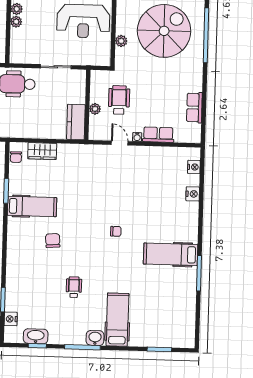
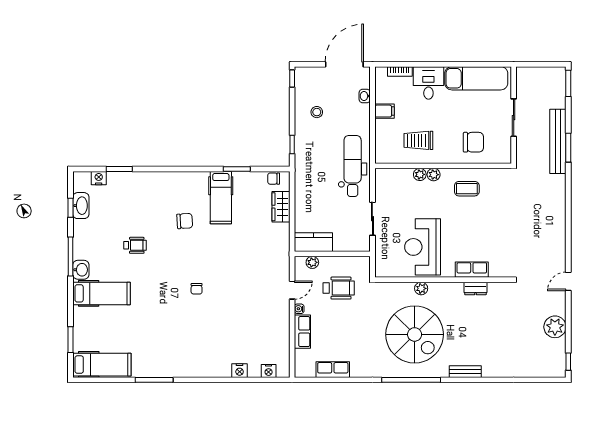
plant: (121, 41) -> (421, 288), moved
plant: (95, 109) -> (312, 262), moved
hospital bed: (171, 254) -> (102, 365), moved, turned 90

